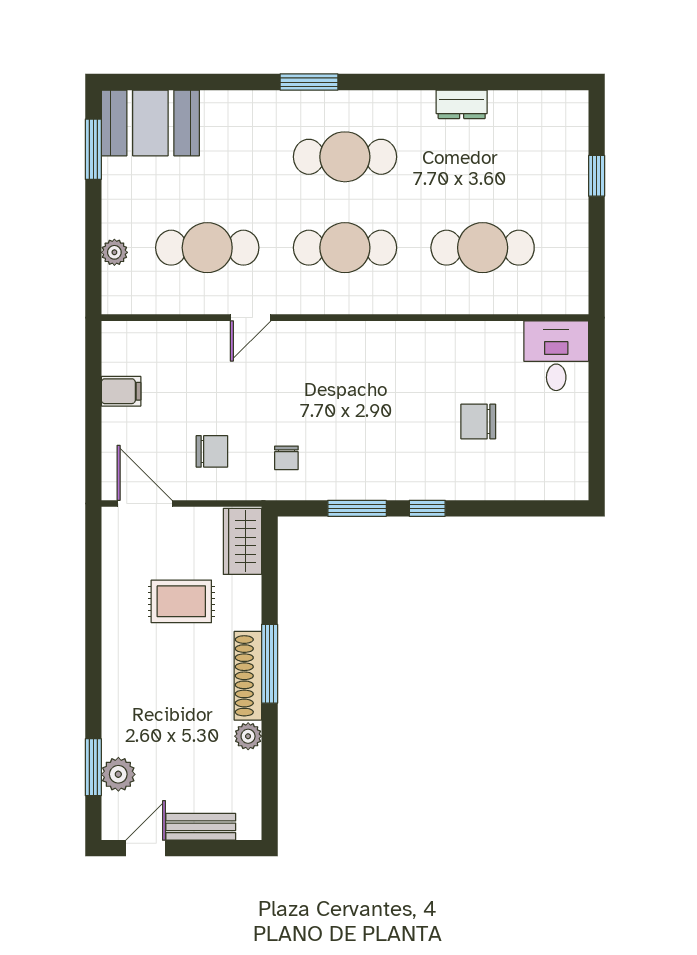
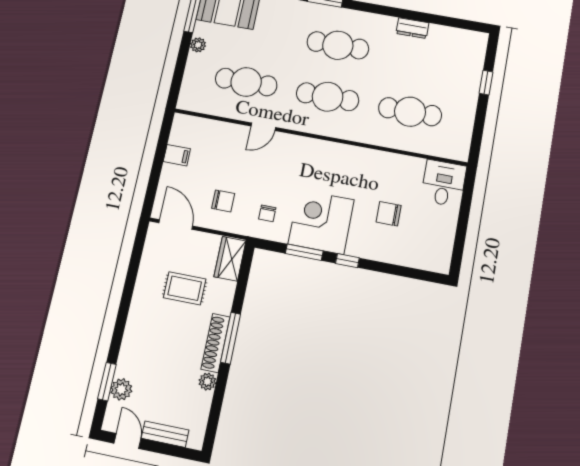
plant: (114, 252) -> (198, 45), moved
corner desk: (374, 455) -> (321, 222), added
door: (146, 848) -> (127, 441), hinge flipped

